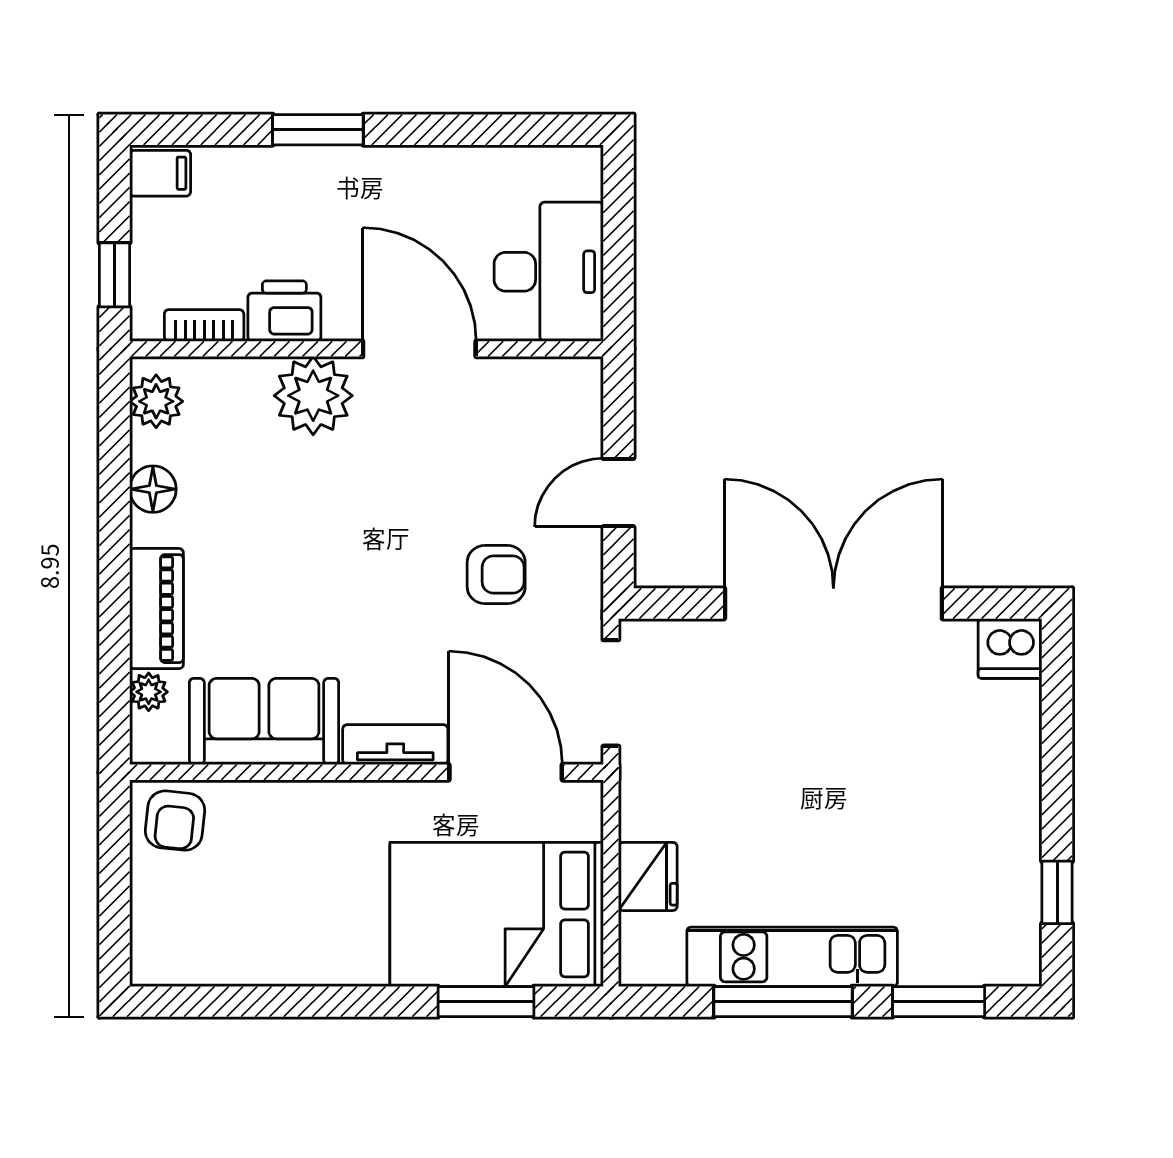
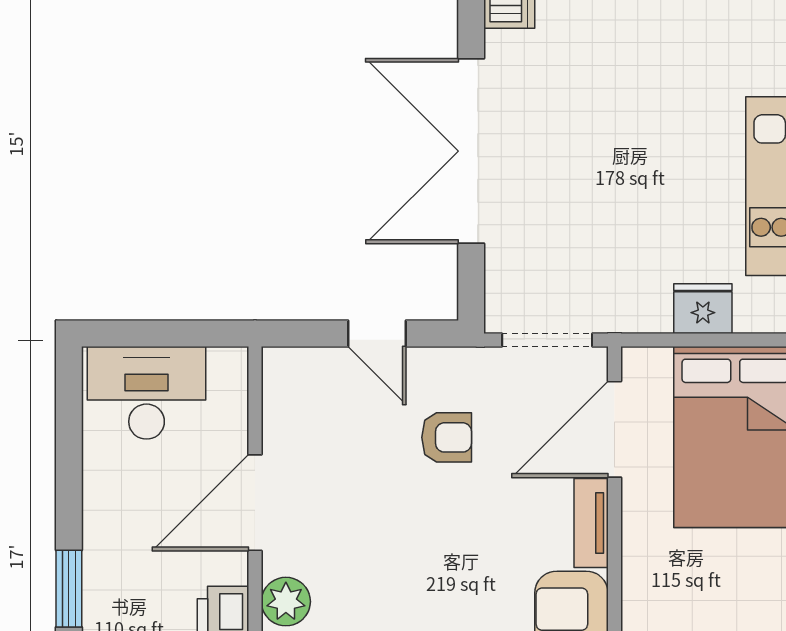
desk: (549, 272) -> (147, 393), moved
plant: (313, 396) -> (286, 602), width x0.73, depth x0.73
armchair: (496, 575) -> (447, 437), turned 90

